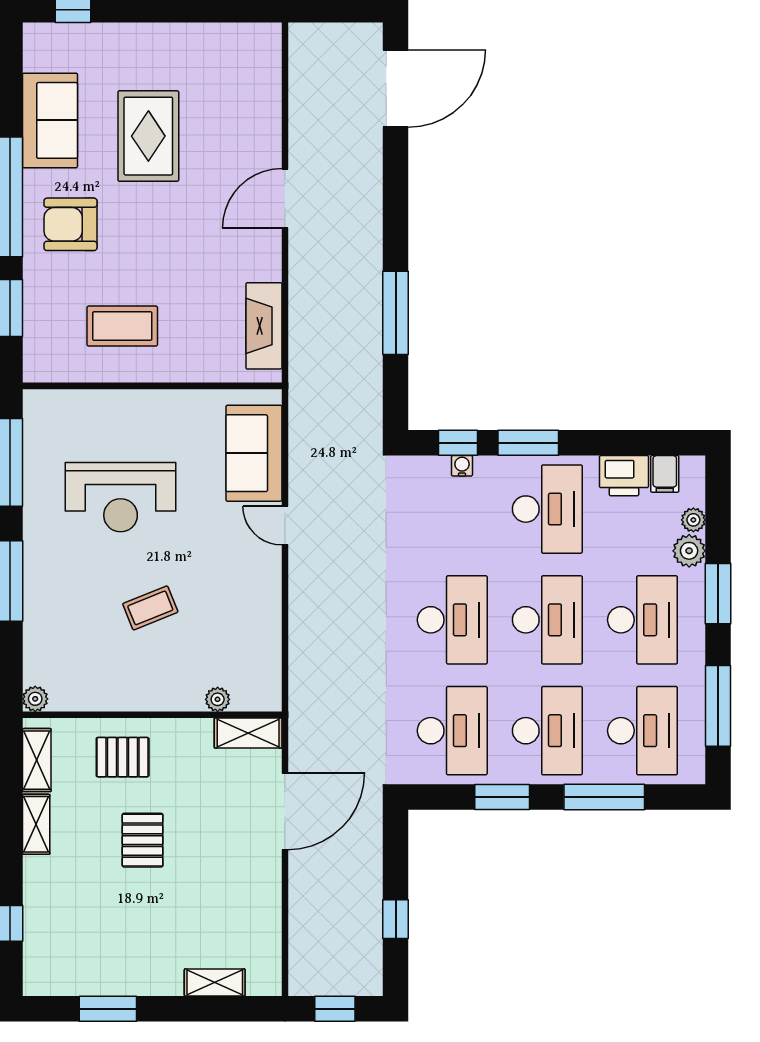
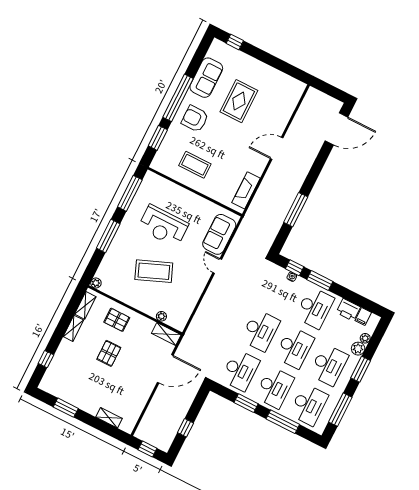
coffee table: (150, 608) -> (154, 271), width x1.86, depth x1.72

